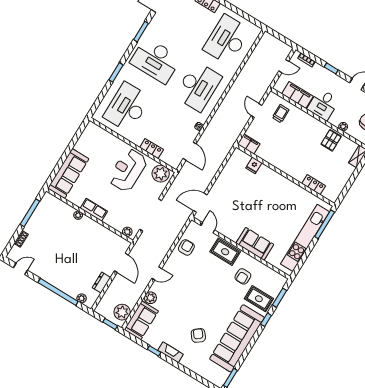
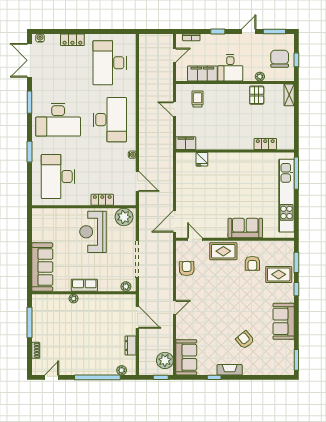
plant: (150, 298) -> (182, 332), removed
sofa: (237, 338) -> (284, 321), width x0.54, depth x0.79

